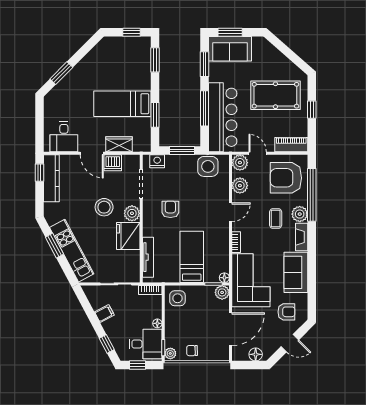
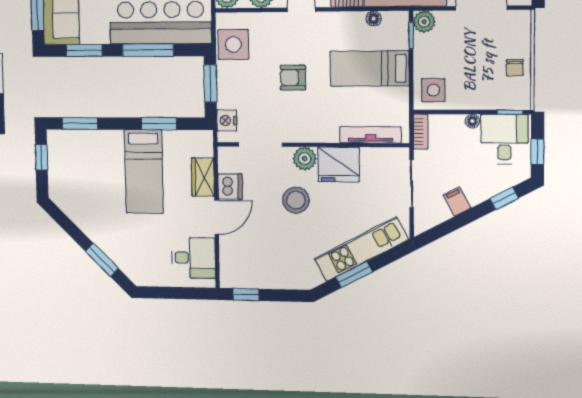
kitchen counter: (51, 178) -> (254, 277), removed
armchair: (170, 209) -> (293, 78), moved
floor lamp: (224, 278) -> (374, 19), moved
plant: (170, 353) -> (519, 101), removed

